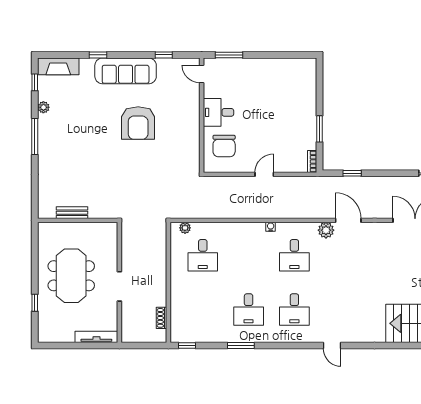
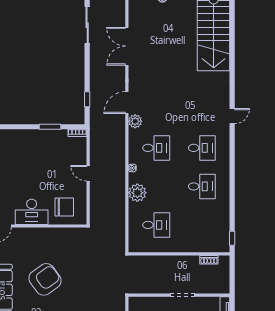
desk: (218, 112) -> (32, 212), width x1.37
armchair: (138, 123) -> (45, 279), turned -36
plant: (185, 228) -> (137, 193), moved, width x1.88, depth x1.88
window: (241, 346) -> (232, 193), removed

